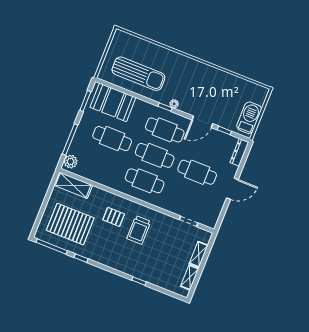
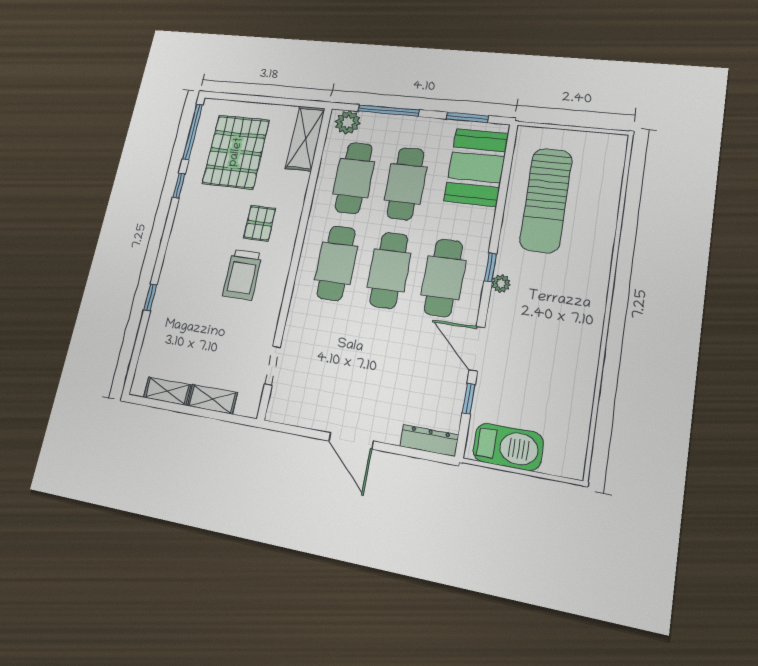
cafe table: (197, 172) -> (354, 178), moved
trolley: (139, 230) -> (242, 275), turned -90

